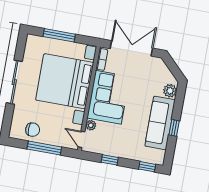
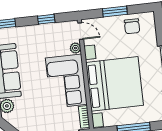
chair: (33, 130) -> (132, 26), turned -90
window: (44, 148) -> (115, 11), width x0.69

